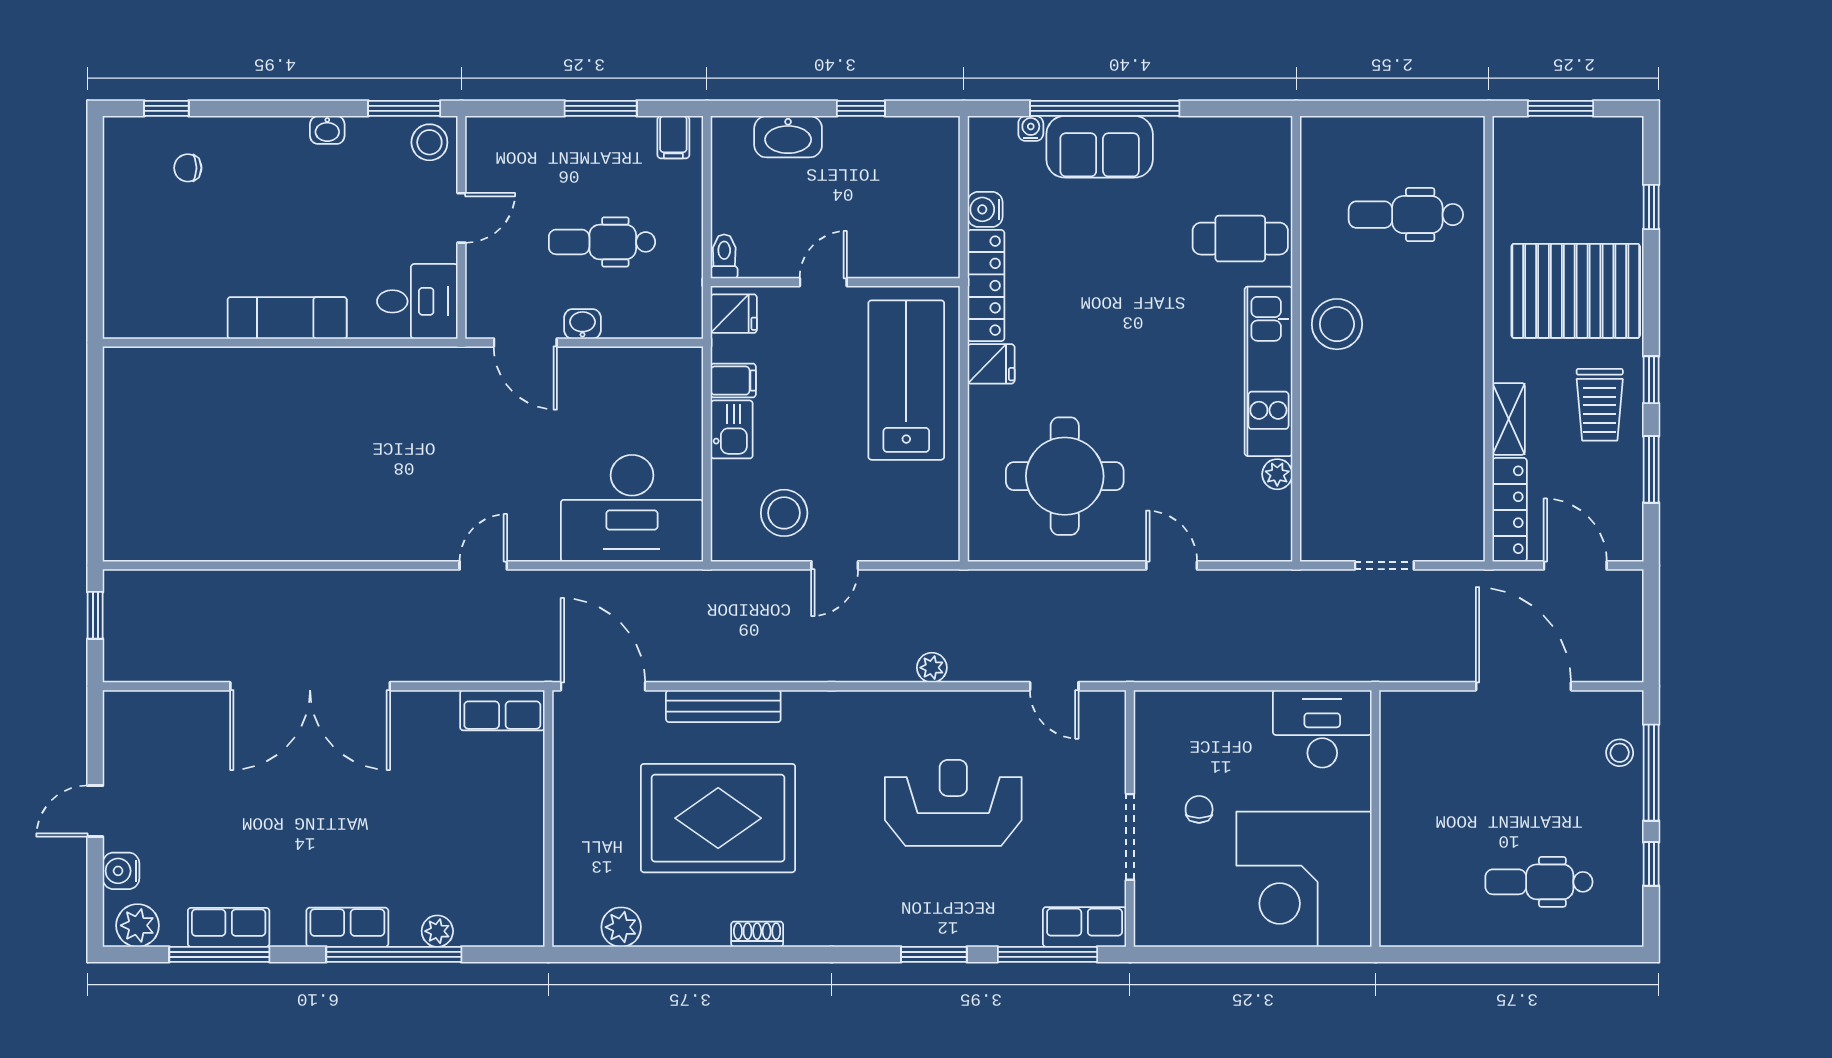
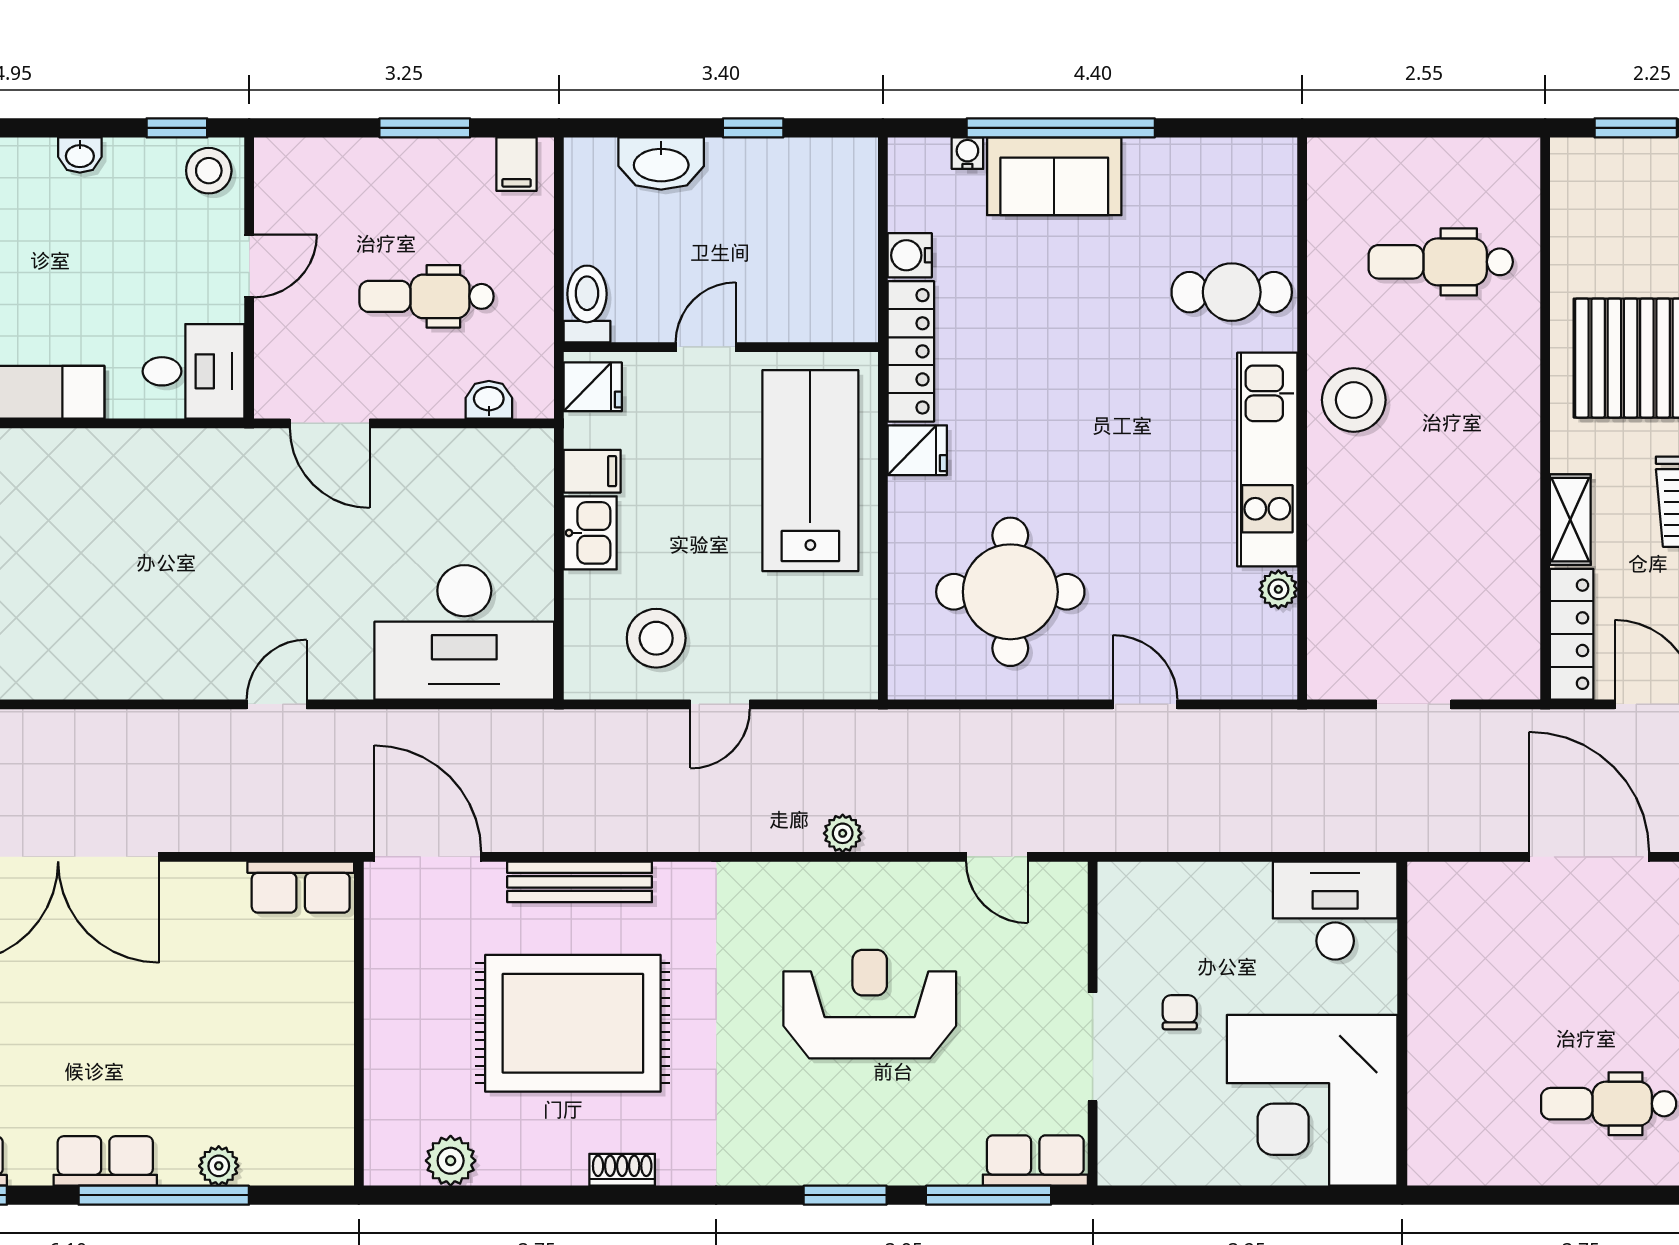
window: (404, 108) -> (177, 128), width x0.67
toilet: (724, 256) -> (587, 304), width x1.37, depth x1.39
washbasin: (582, 324) -> (489, 400), moved

